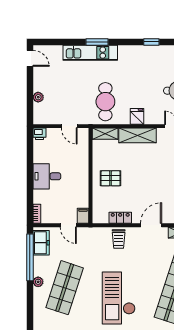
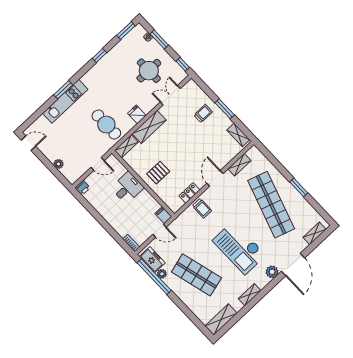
desk: (47, 176) -> (127, 188), moved, turned 180
plant: (38, 282) -> (162, 274), moved
shop shelf: (65, 288) -> (196, 275), turned -33

